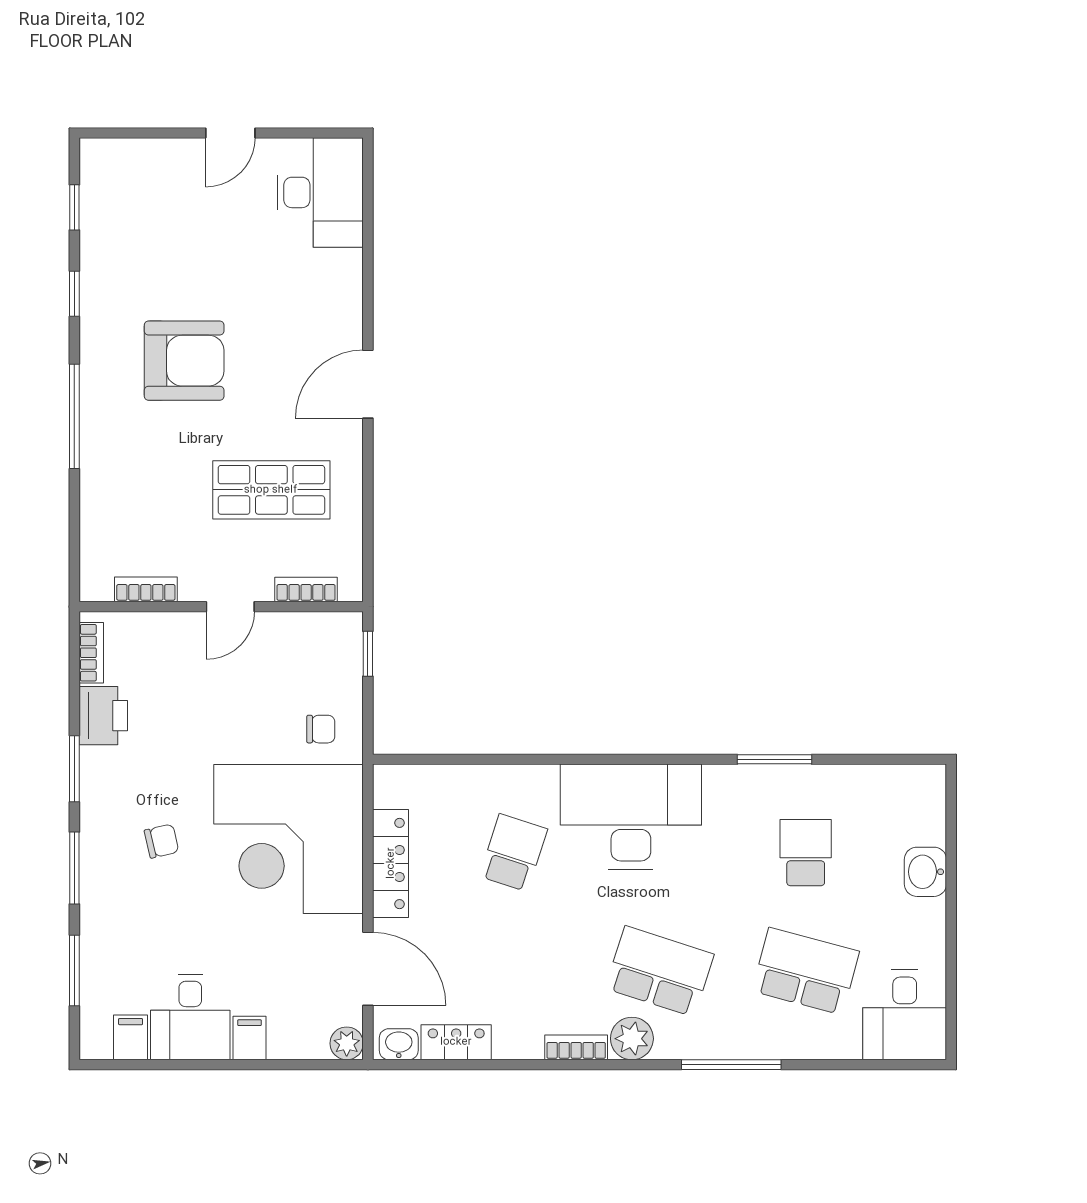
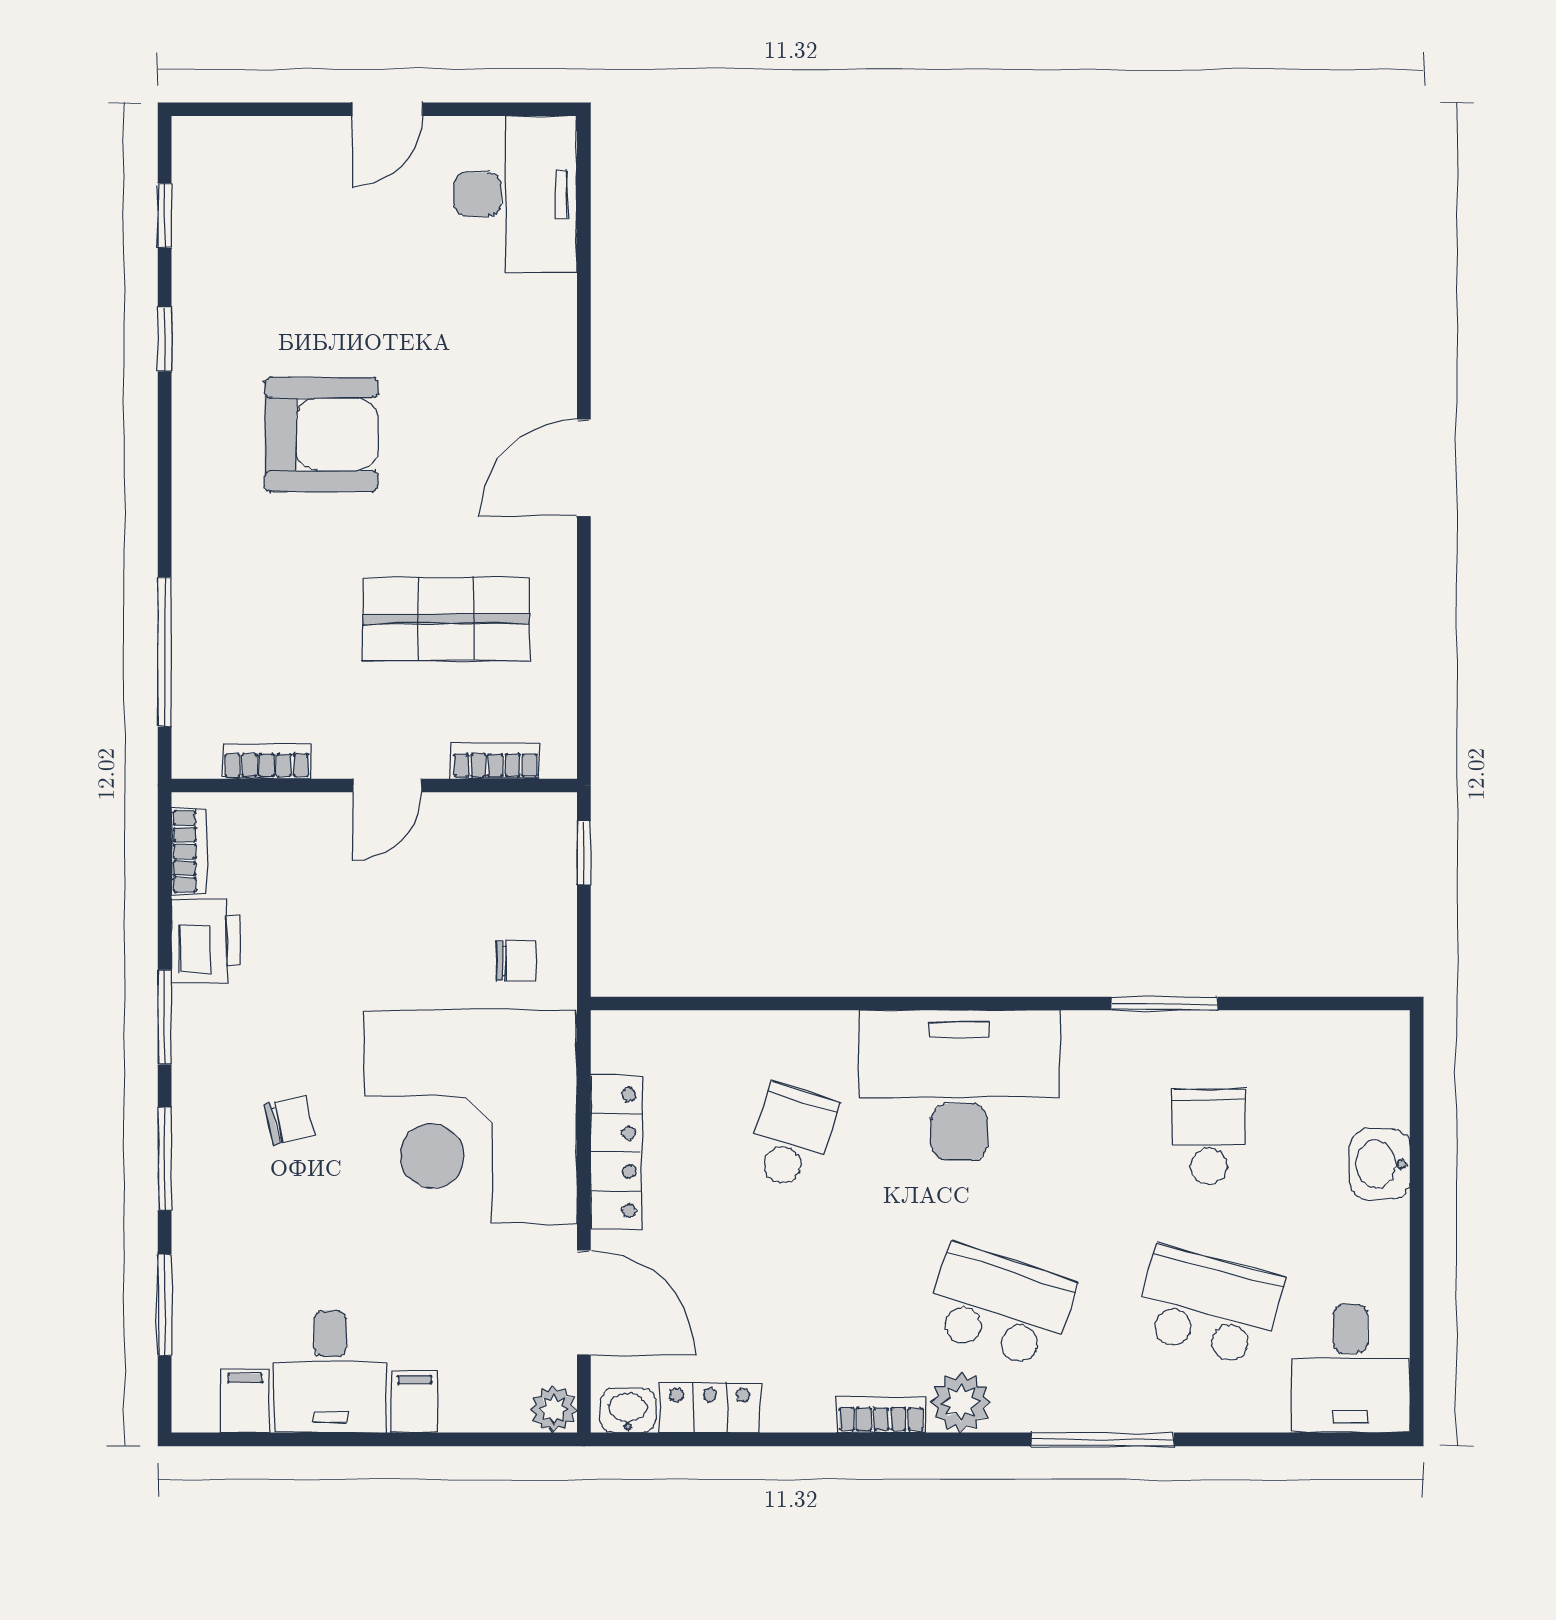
window: (74, 416) -> (165, 652), moved

